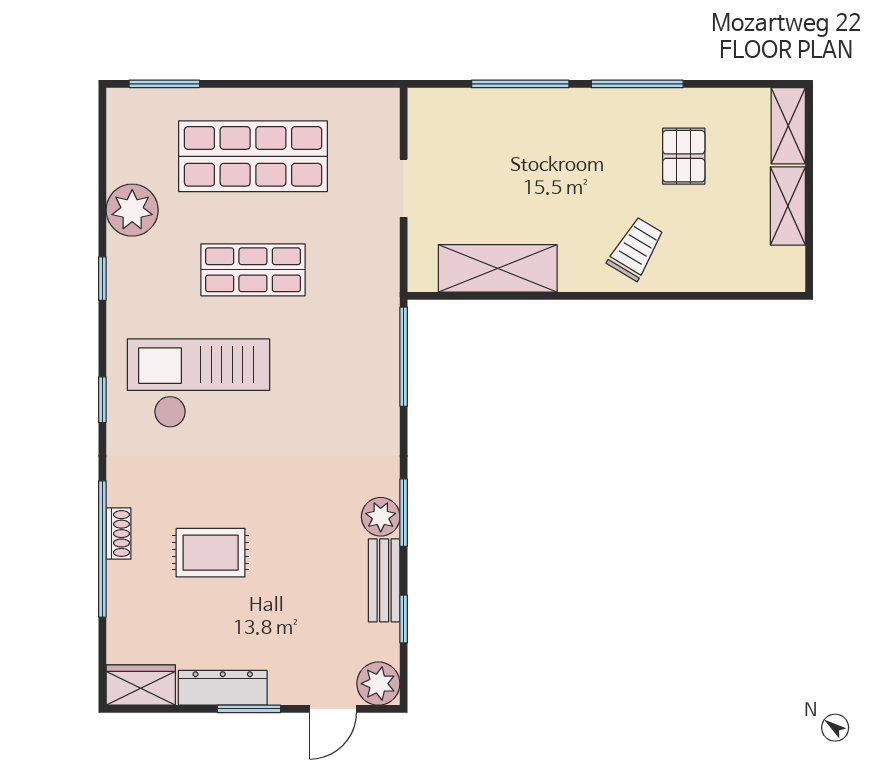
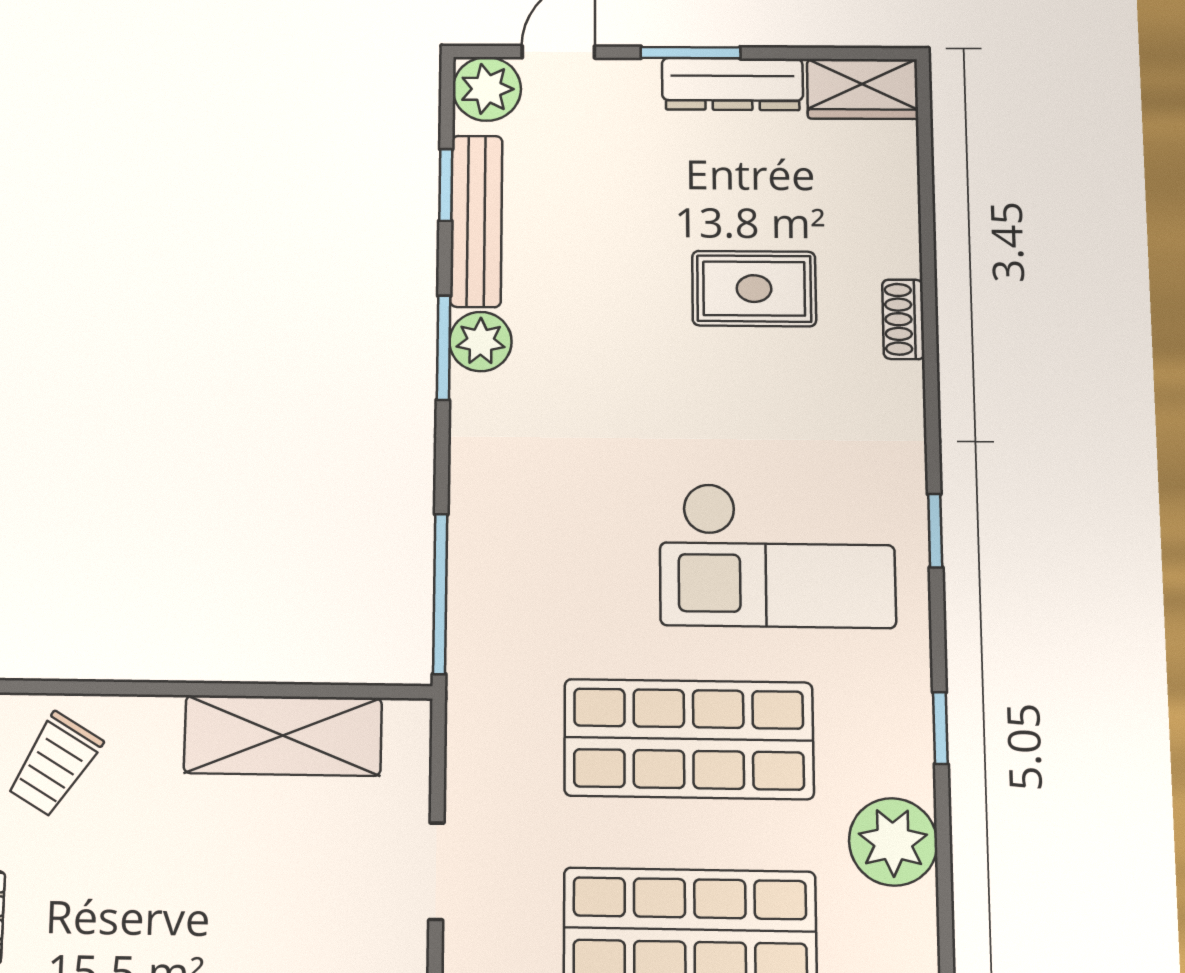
shop shelf: (253, 270) -> (689, 739), width x1.43, depth x1.36
window: (102, 549) -> (929, 296), removed
bench: (384, 580) -> (476, 221), width x1.36

